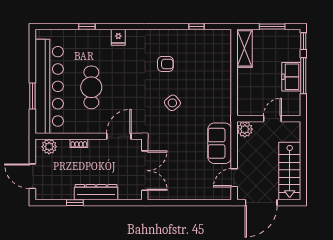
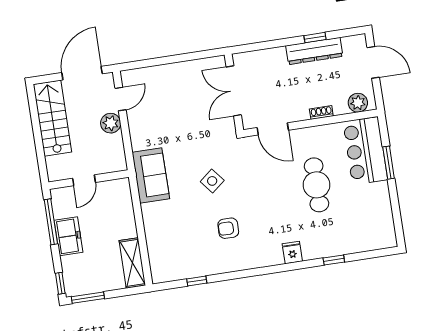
window: (272, 27) -> (88, 298), moved
window: (303, 76) -> (51, 222), moved
bar counter: (49, 86) -> (365, 151), width x0.54
plant: (245, 129) -> (111, 123), moved
door: (119, 136) -> (273, 129), hinge flipped
sofa: (220, 143) -> (151, 176), moved
dresser: (96, 192) -> (314, 51), moved

